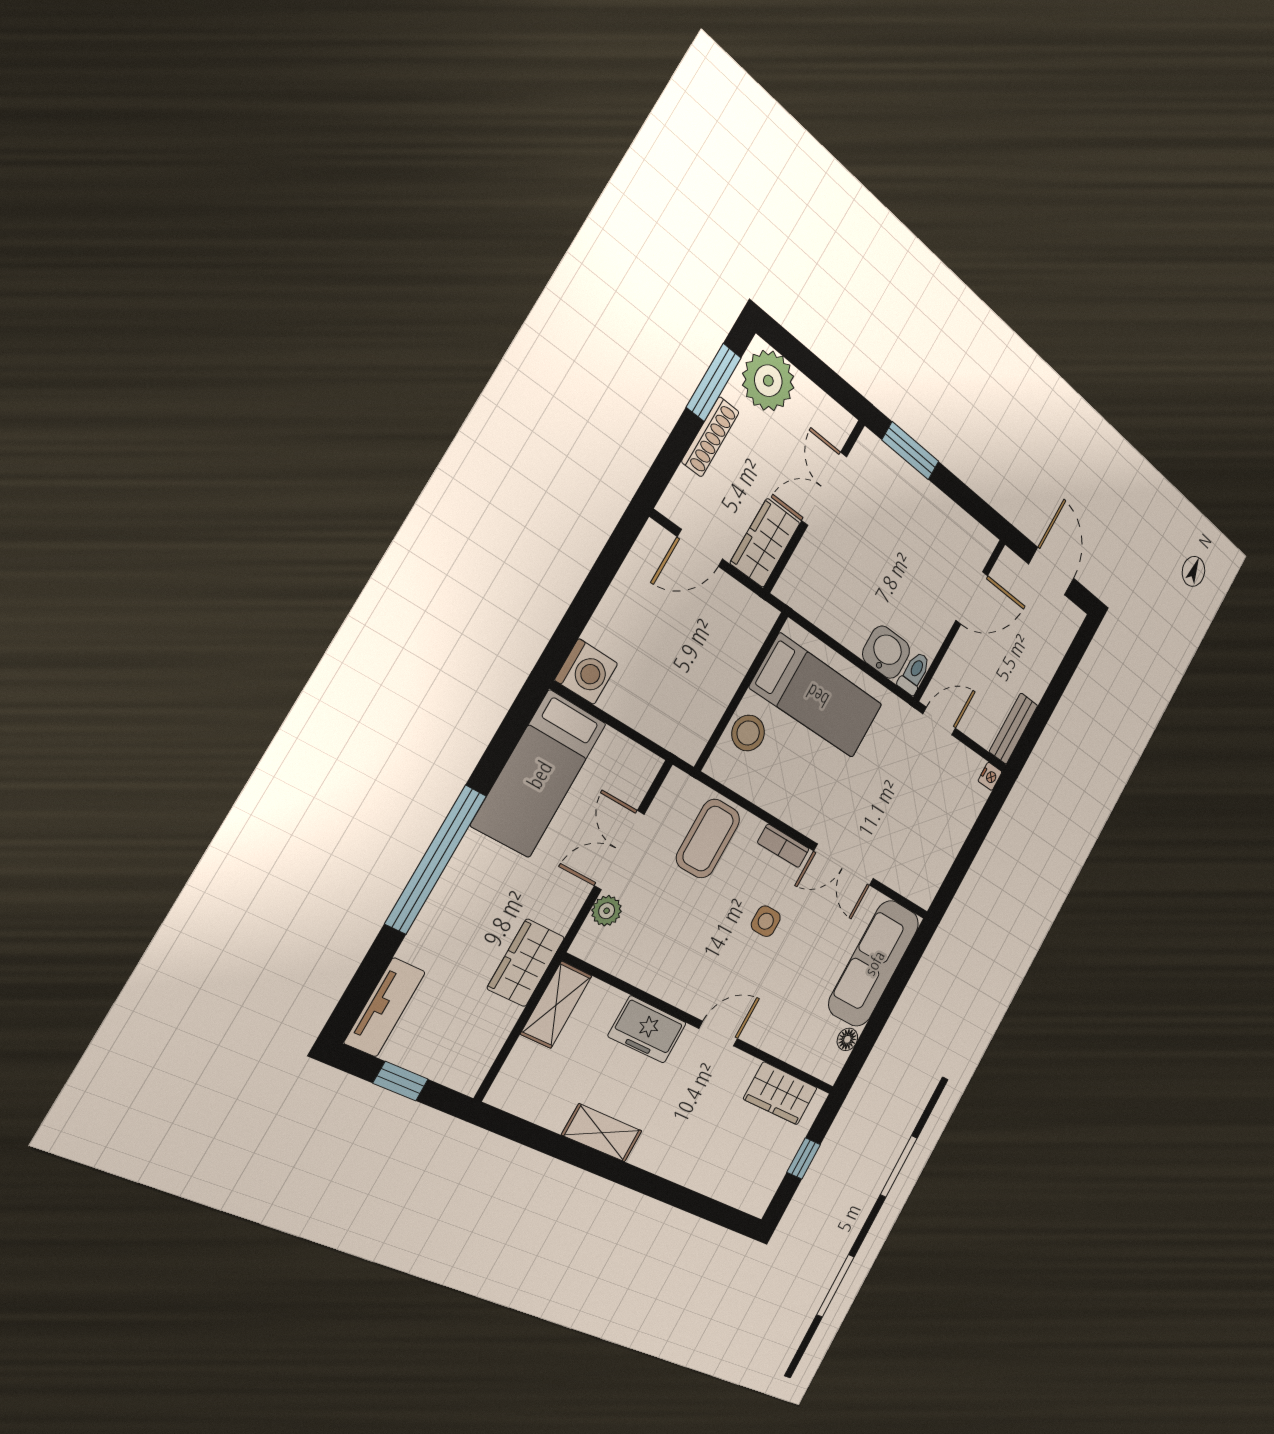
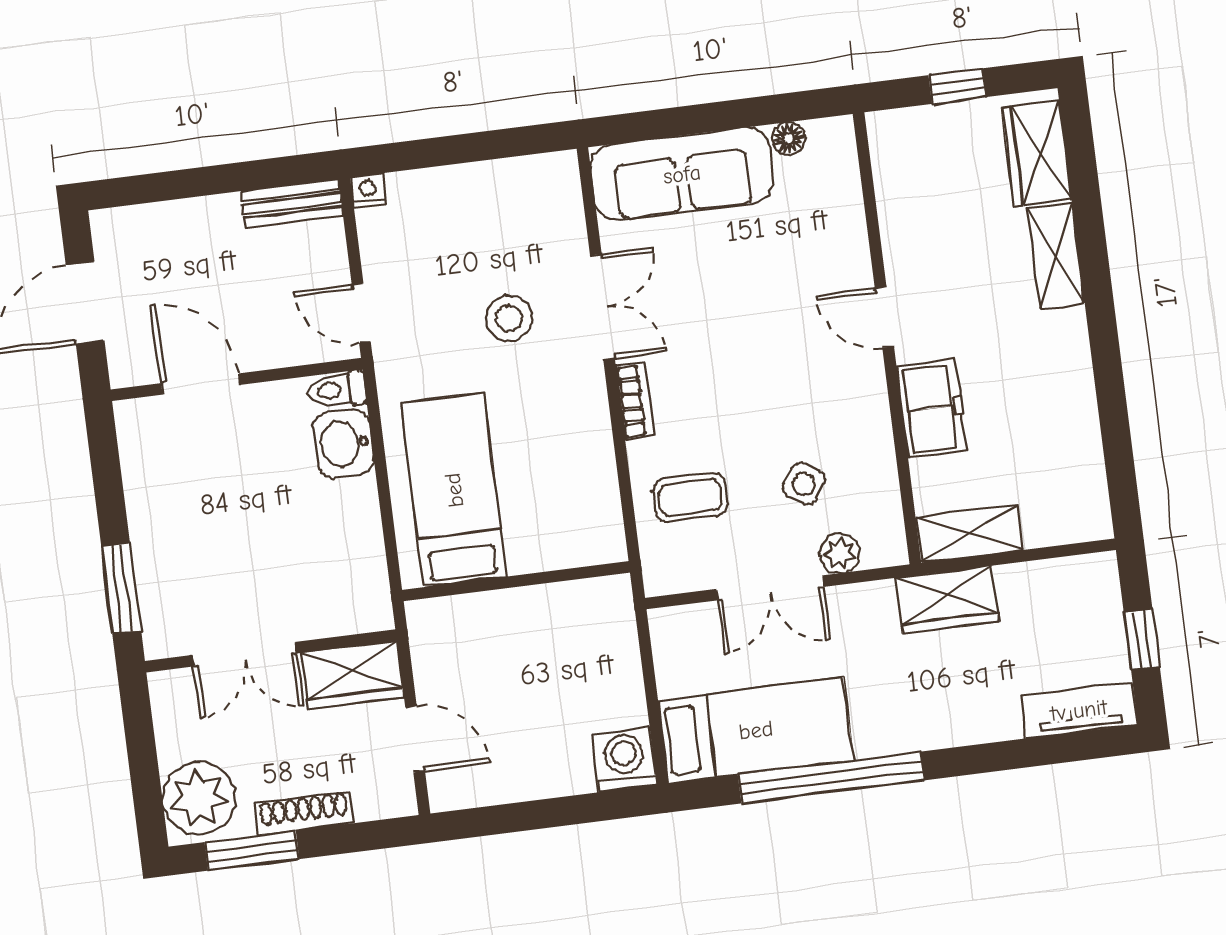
stool: (748, 733) -> (509, 318), moved
coffee table: (708, 839) -> (690, 497), width x0.73, depth x0.77
window: (436, 860) -> (831, 778), moved
side table: (766, 921) -> (804, 484), moved, turned 33
wardrobe: (780, 1093) -> (1037, 154), moved, turned 180
shelving: (602, 1133) -> (1056, 256), moved

